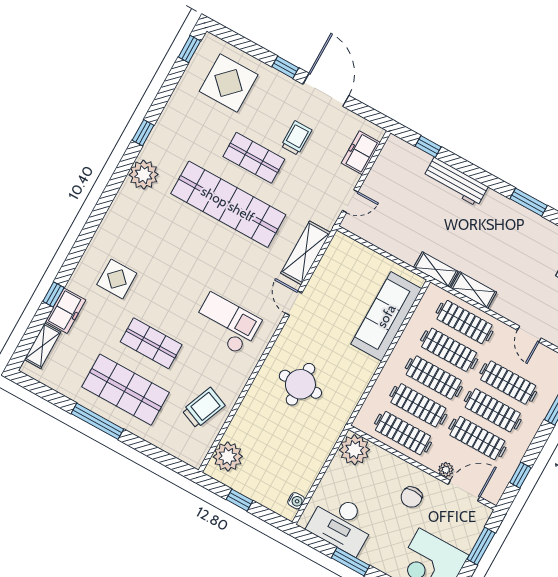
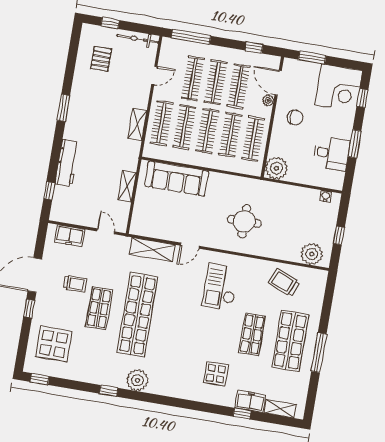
trolley: (296, 138) -> (75, 284), turned 180
shelving: (436, 269) -> (127, 186), moved
desk: (342, 524) -> (331, 154), width x0.73

